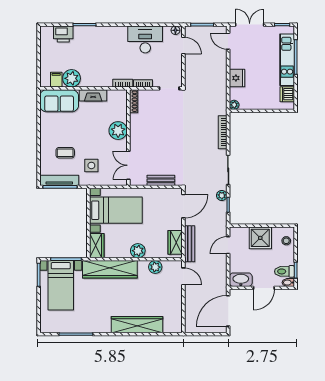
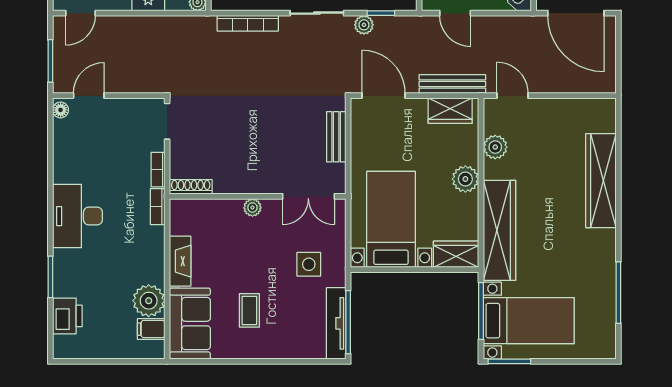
desk: (145, 39) -> (77, 216), moved
plant: (118, 131) -> (252, 208), width x0.53, depth x0.53
coffee table: (65, 153) -> (249, 310), moved
door: (183, 276) -> (513, 96), hinge flipped

